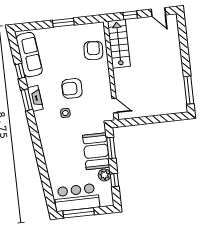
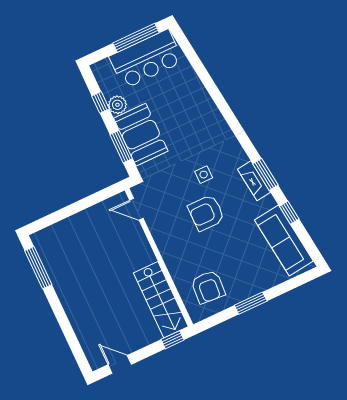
window: (130, 15) -> (173, 340), moved
armchair: (93, 50) -> (208, 287), moved
armchair: (72, 88) -> (206, 213), turned 180

